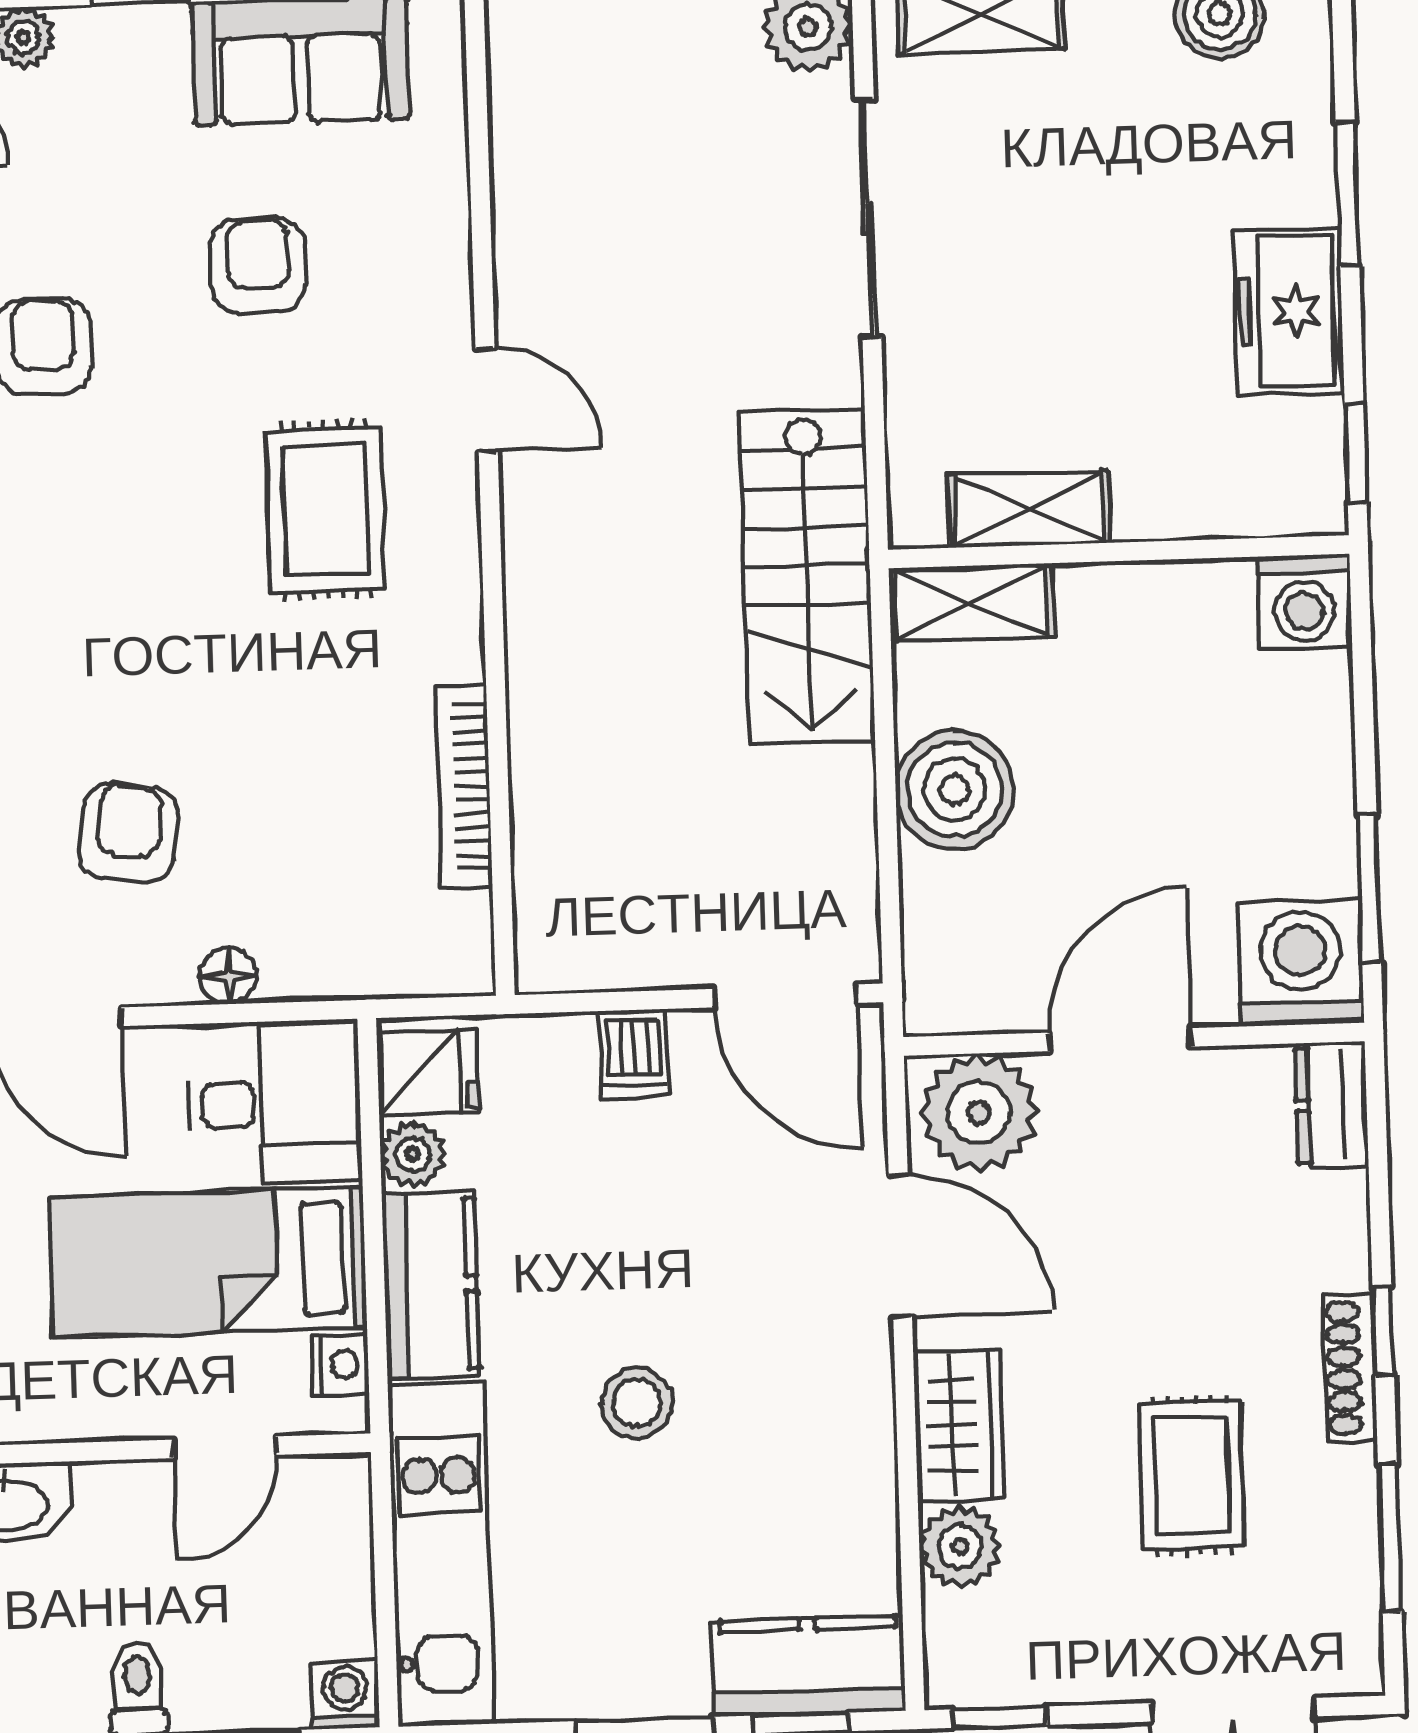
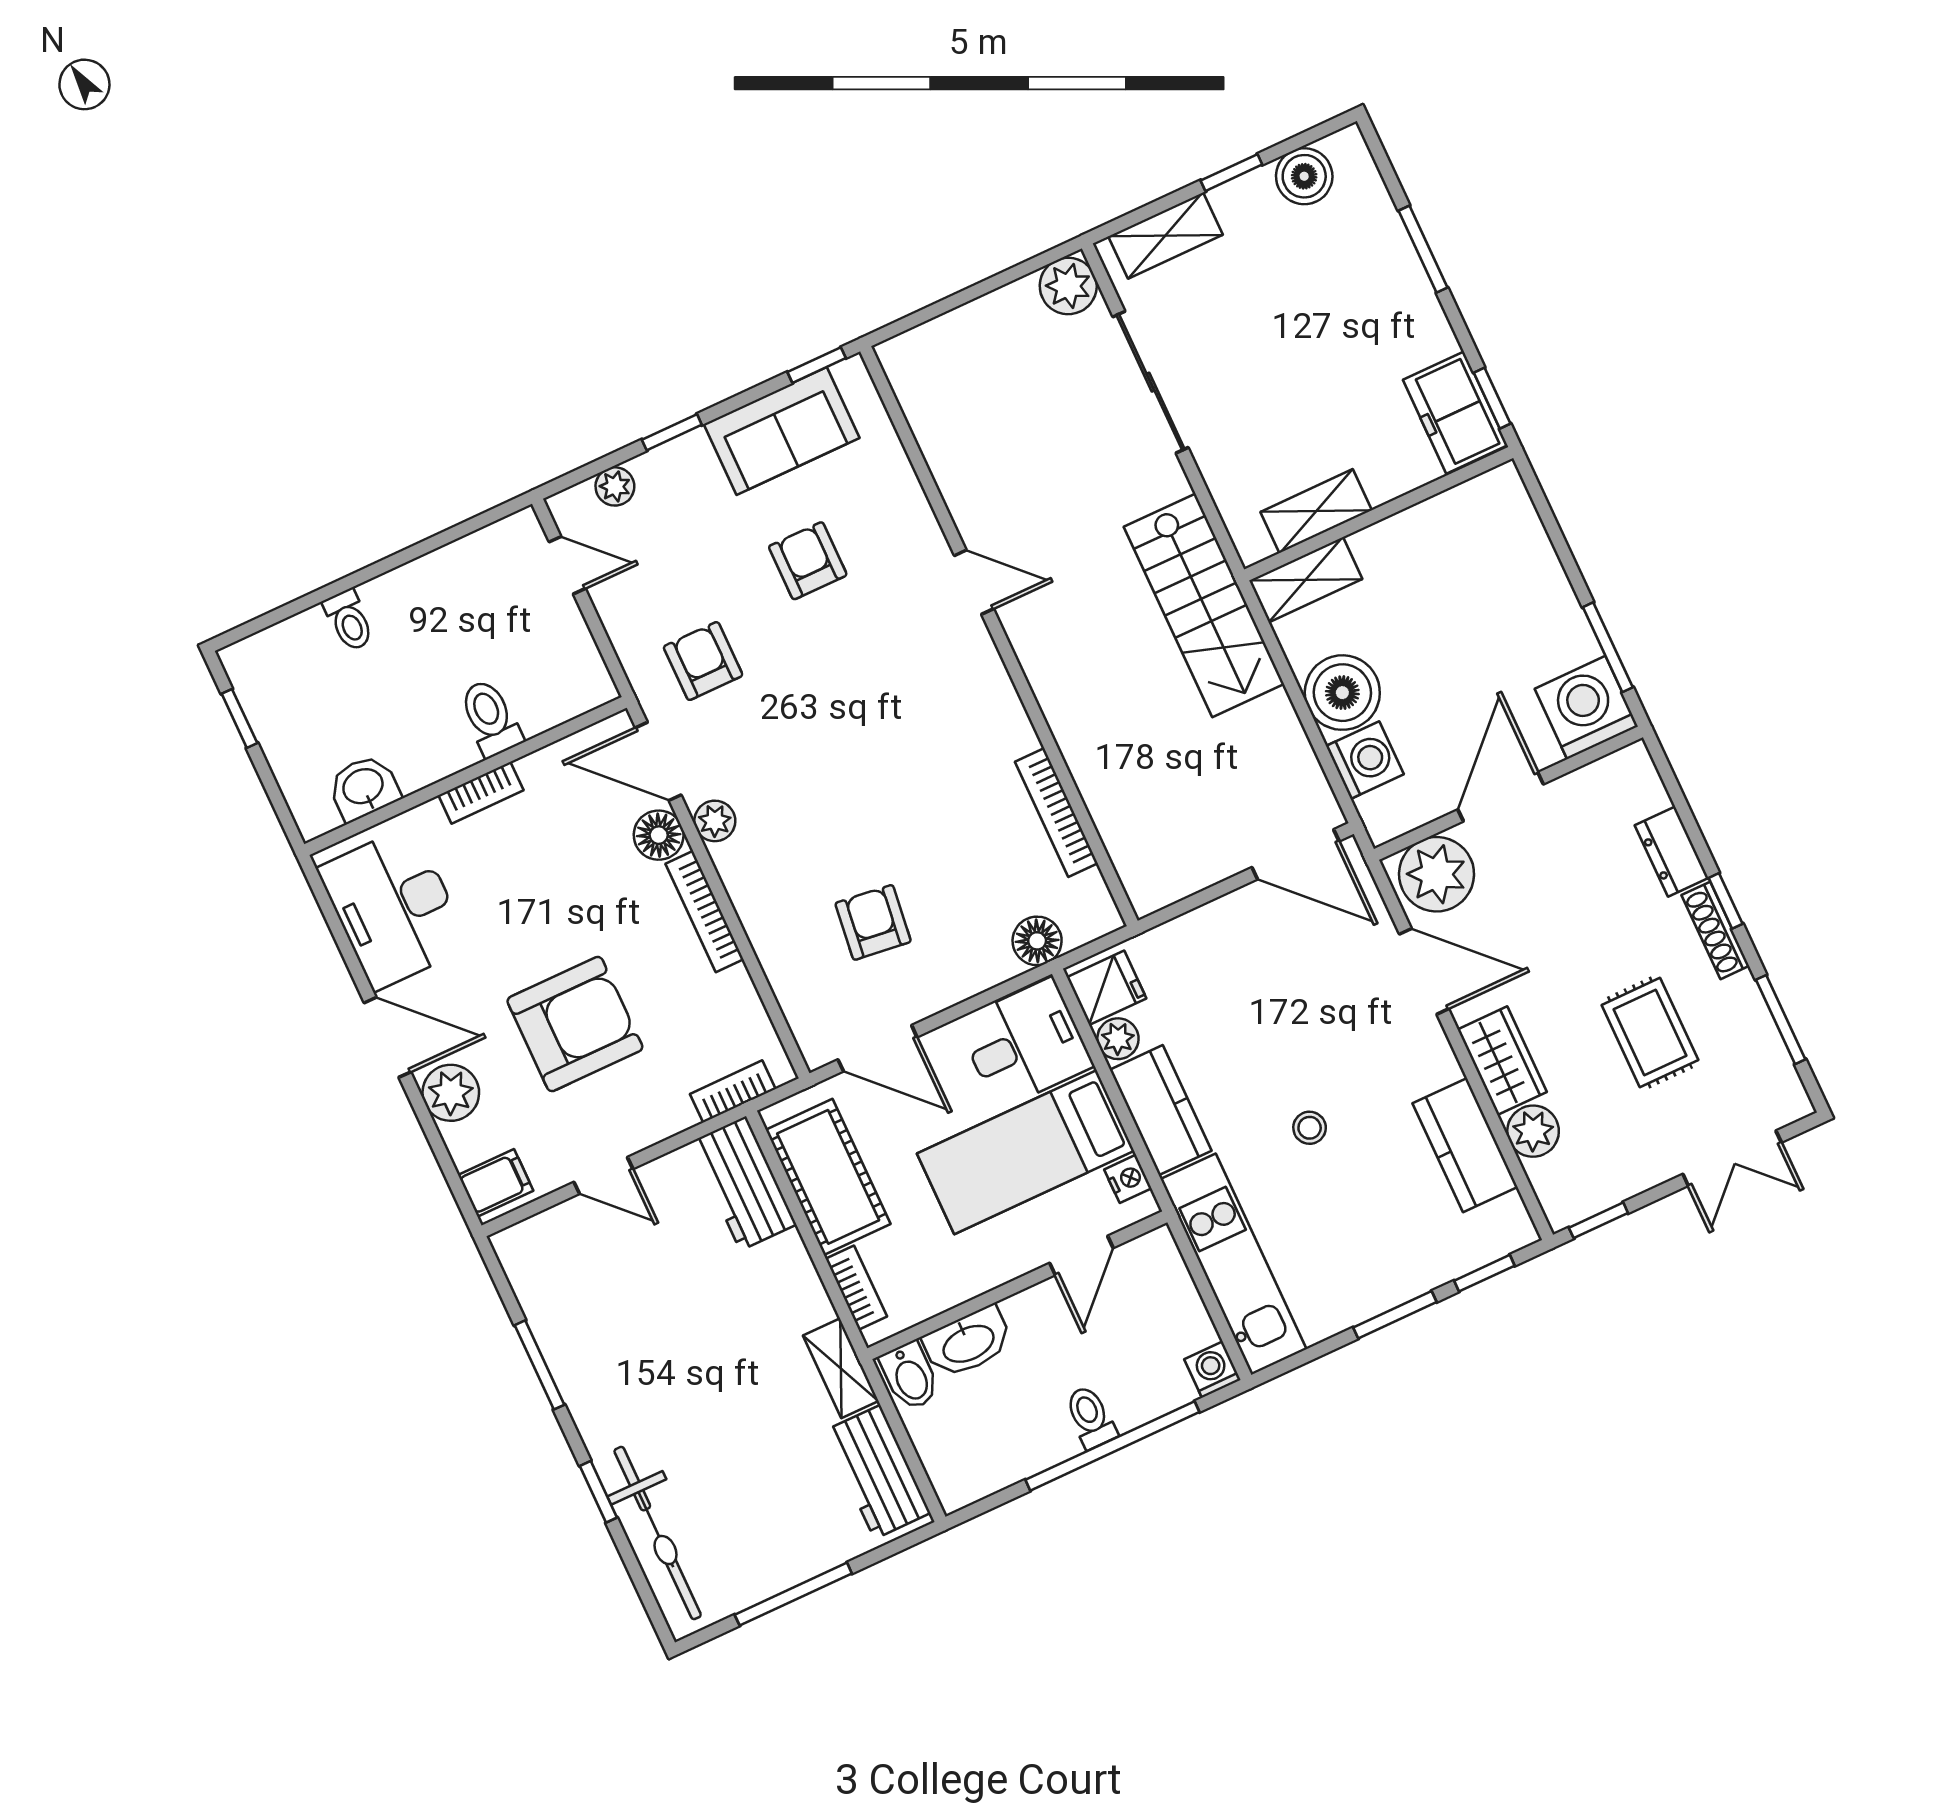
freezer: (1288, 312) -> (1455, 413), moved
rug: (325, 510) -> (907, 686), removed
washing machine: (1304, 602) -> (1365, 760), moved, turned -90
floor lamp: (228, 976) -> (1037, 941), moved, width x1.37, depth x1.37
dishwasher: (634, 1053) -> (1221, 925), removed
dresser: (1332, 1105) -> (1672, 852), moved
stool: (637, 1403) -> (1310, 1128), width x0.73, depth x0.73
kitchen counter: (809, 1666) -> (1465, 1145), moved, turned -90

